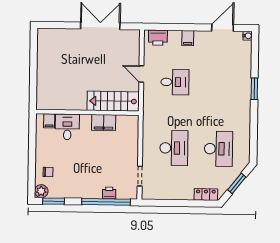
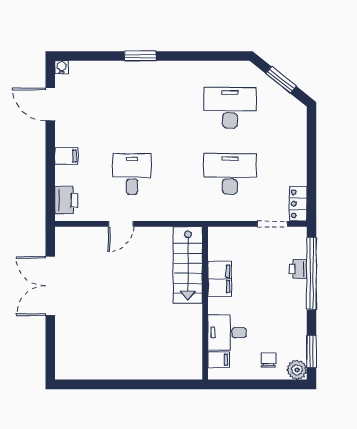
stairs: (113, 101) -> (188, 265), moved
wall: (87, 112) -> (205, 303), moved
filing cabinet: (49, 121) -> (219, 360), moved
filing cabinet: (104, 122) -> (220, 279), moved
desk: (67, 127) -> (227, 333), moved
locker: (206, 194) -> (298, 204), moved

